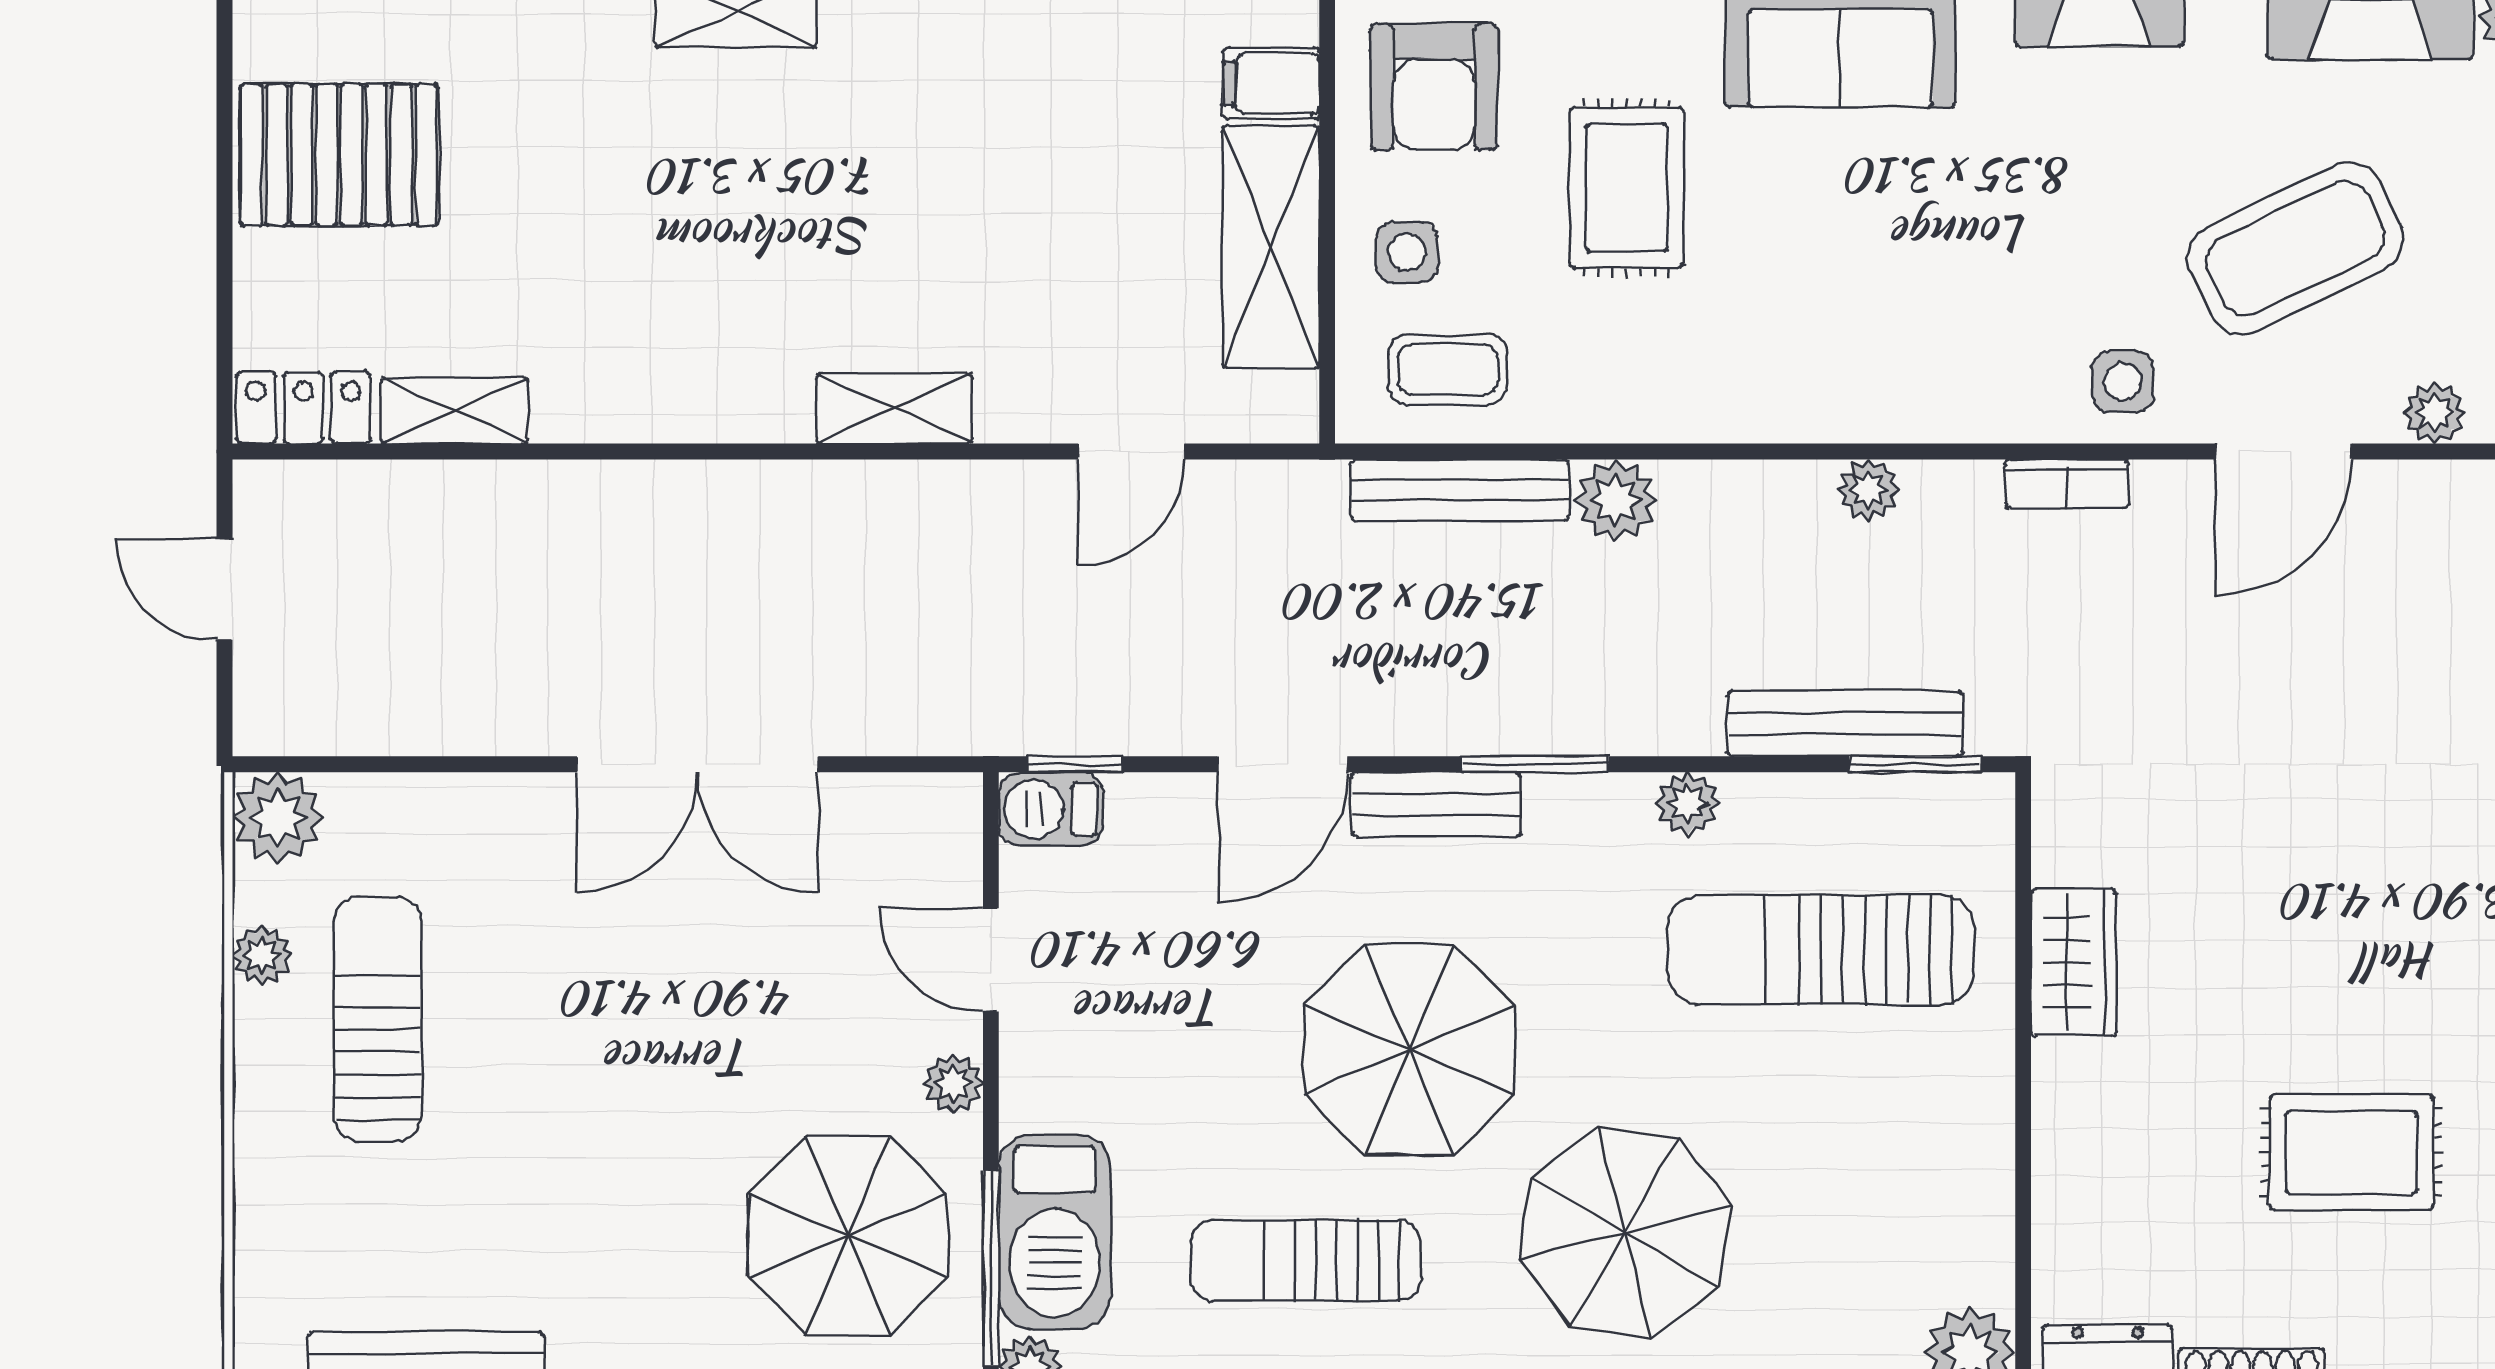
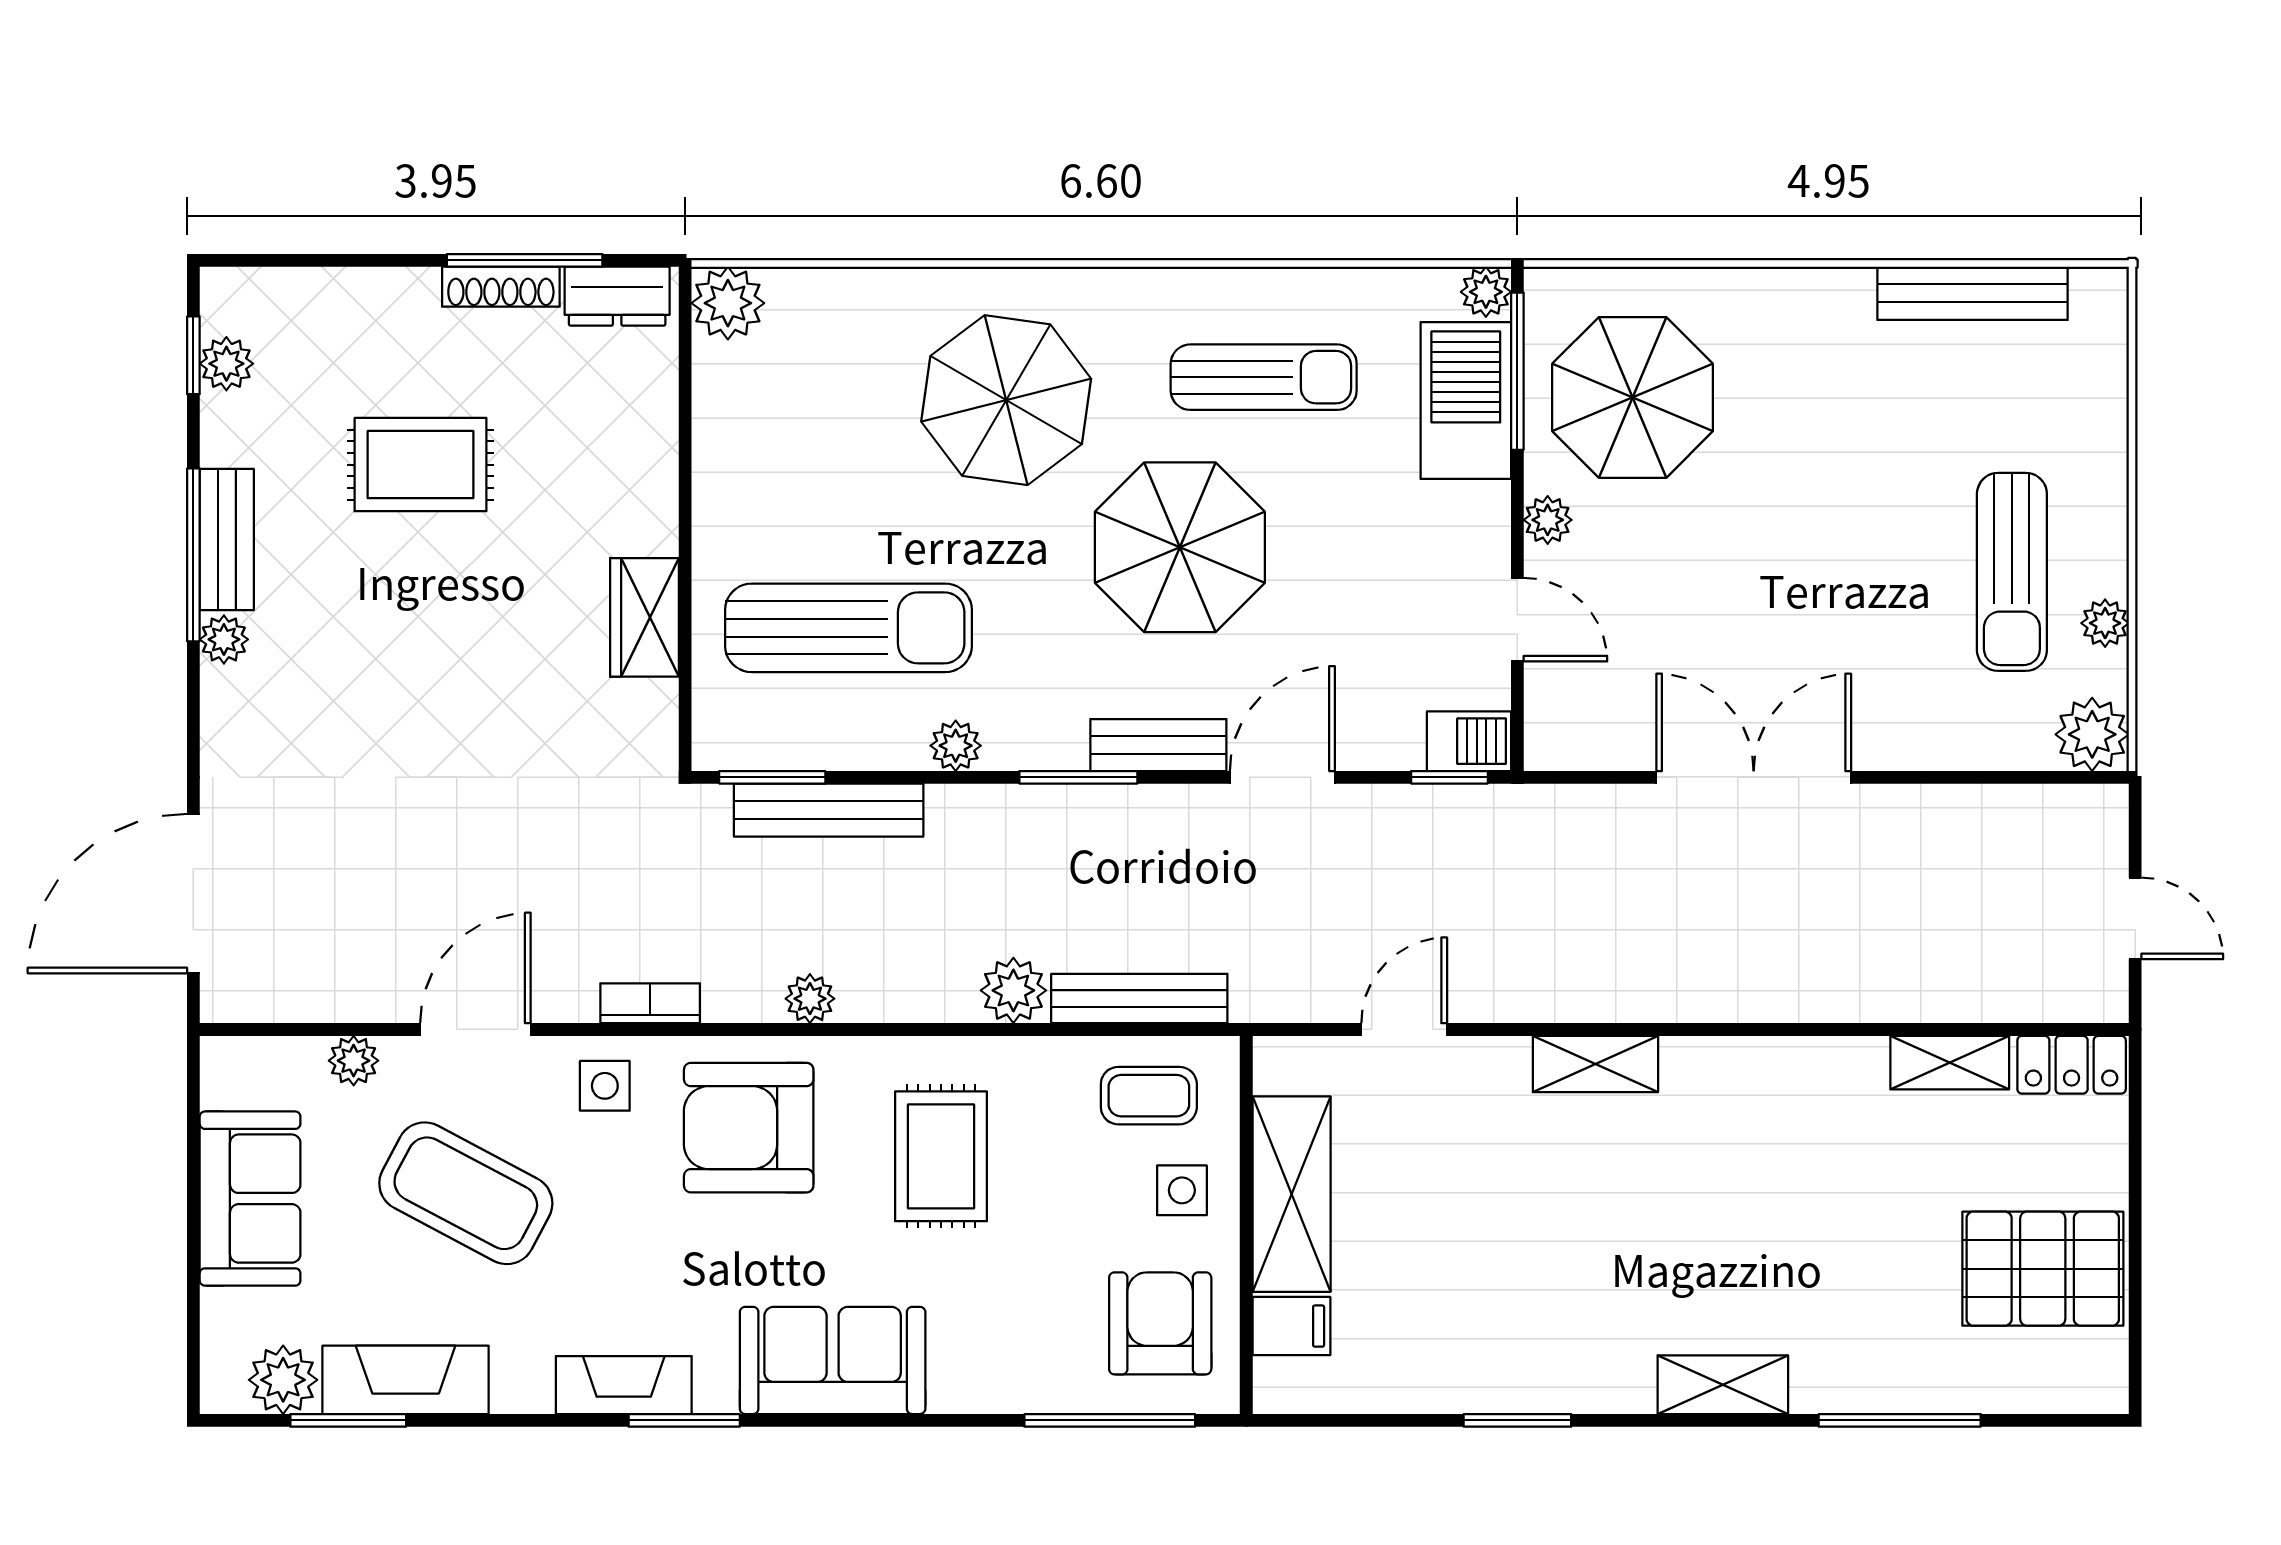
rug: (1627, 188) -> (941, 1156), moved
coffee table: (2295, 248) -> (466, 1193), turned 54
armchair: (1944, 330) -> (749, 1128), added

